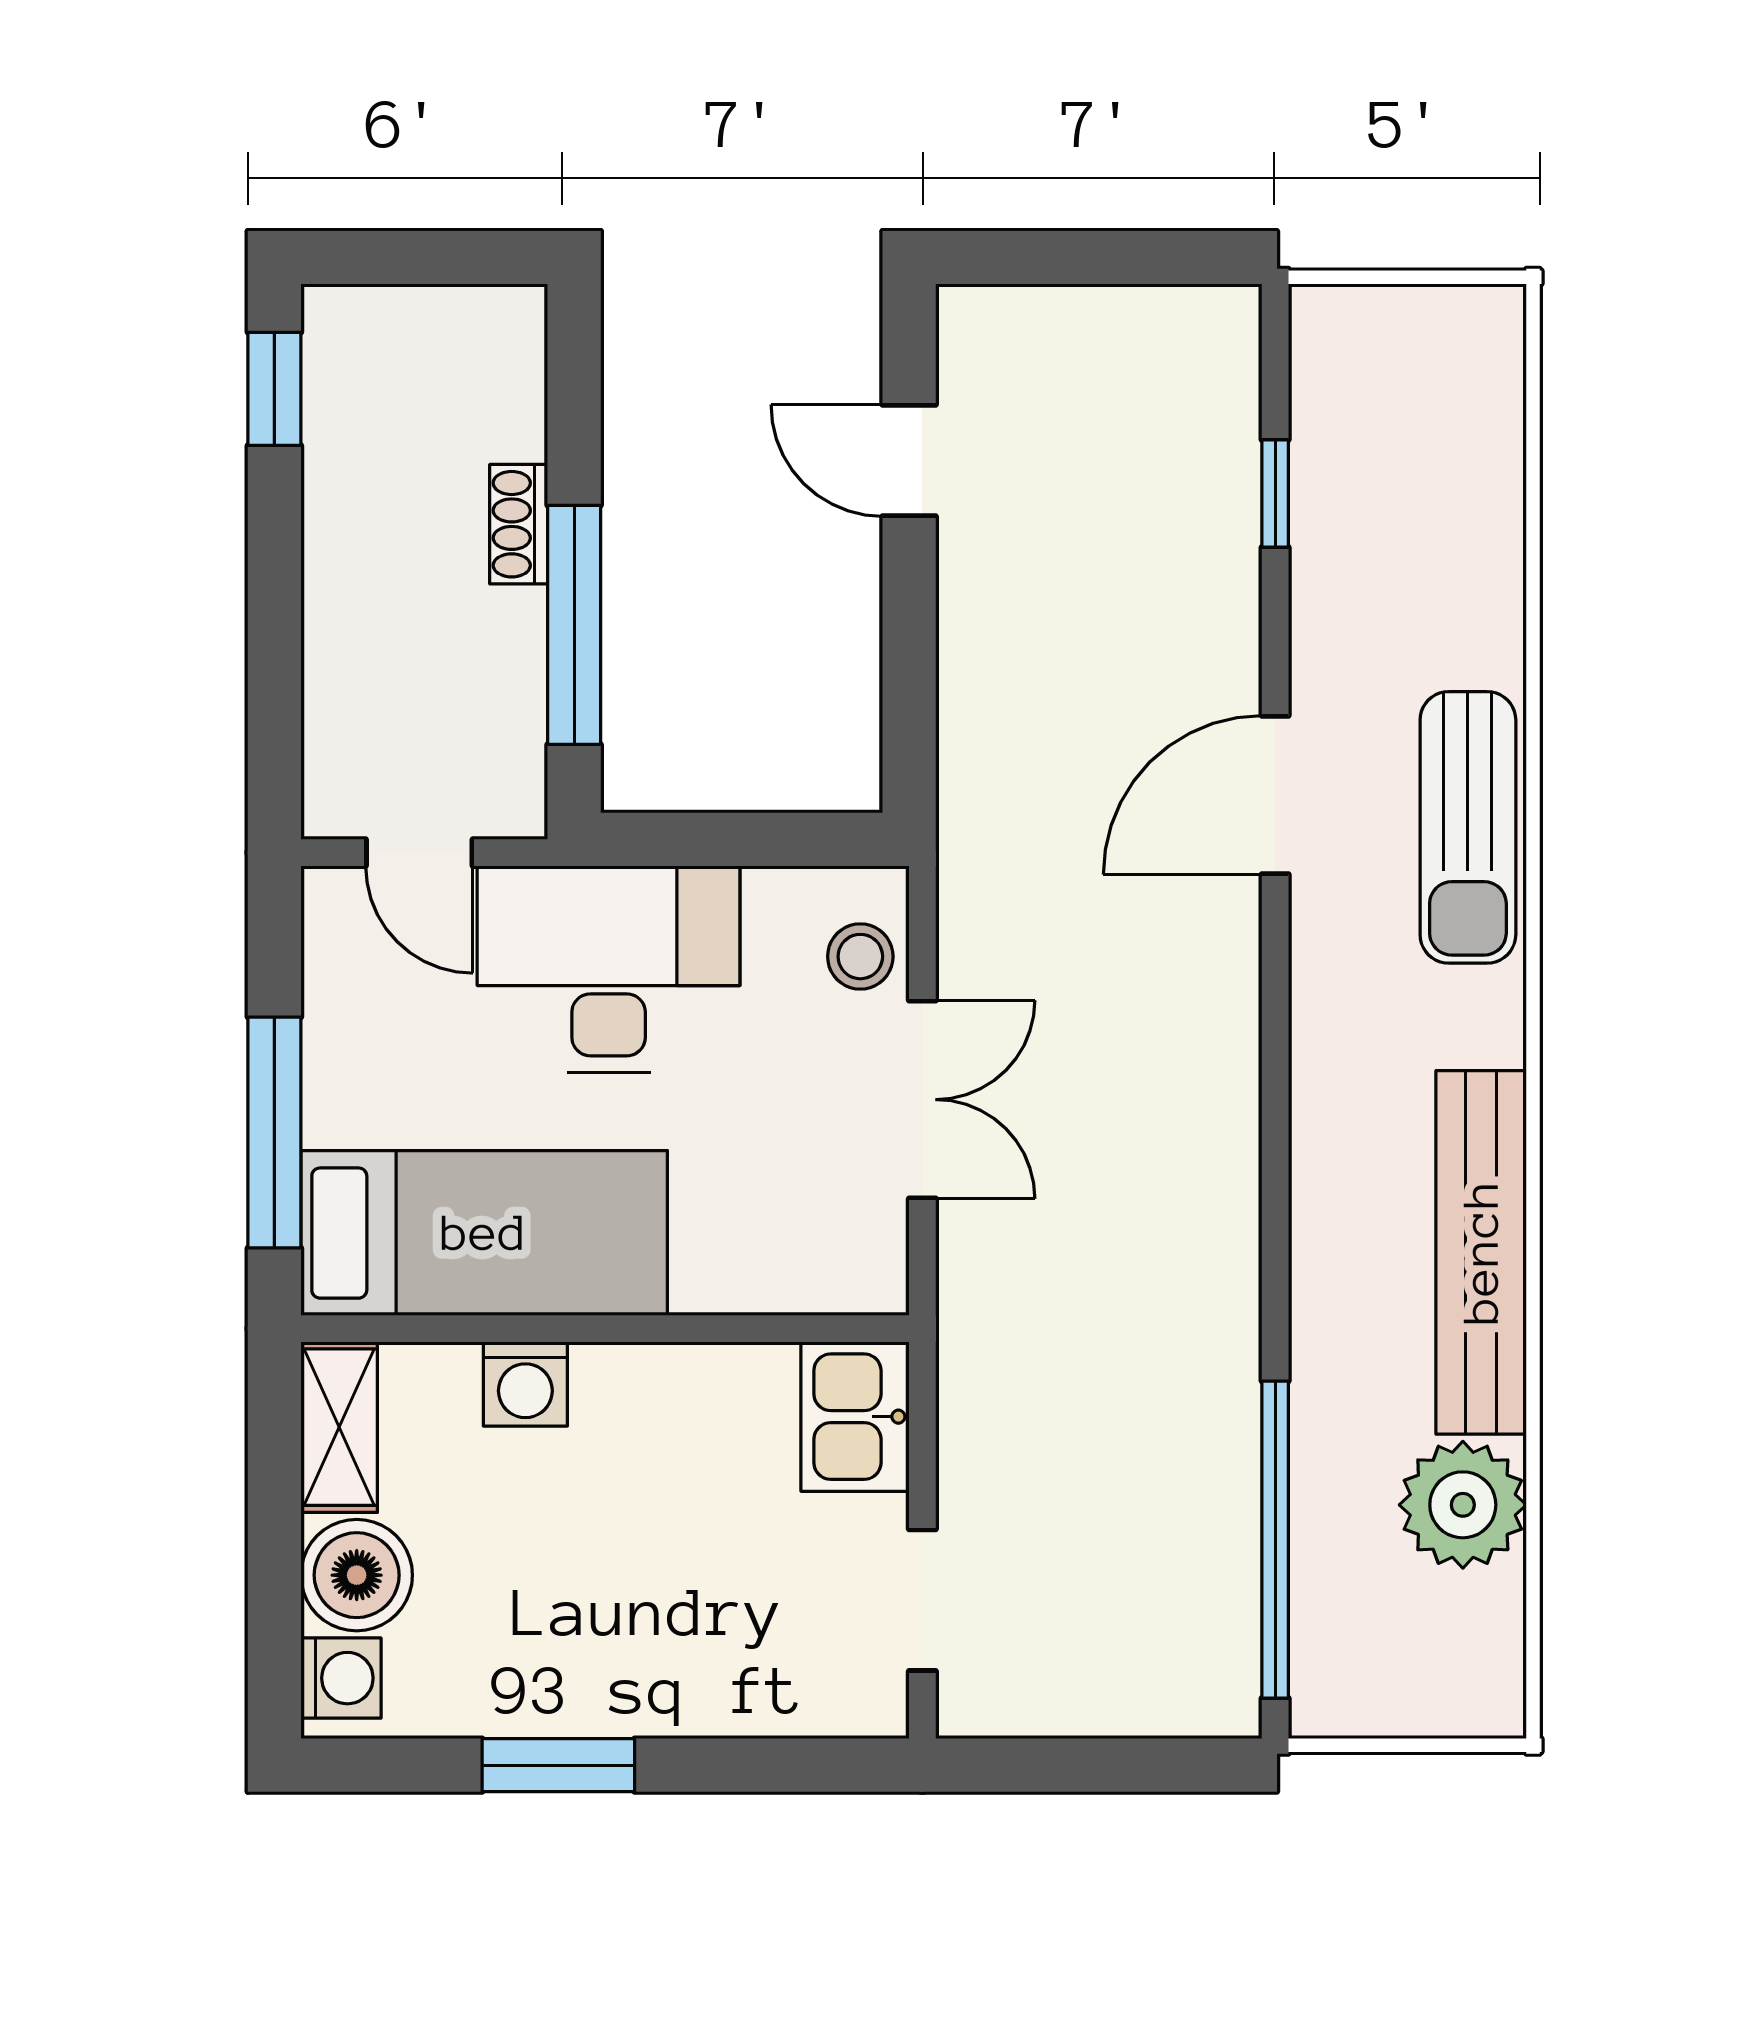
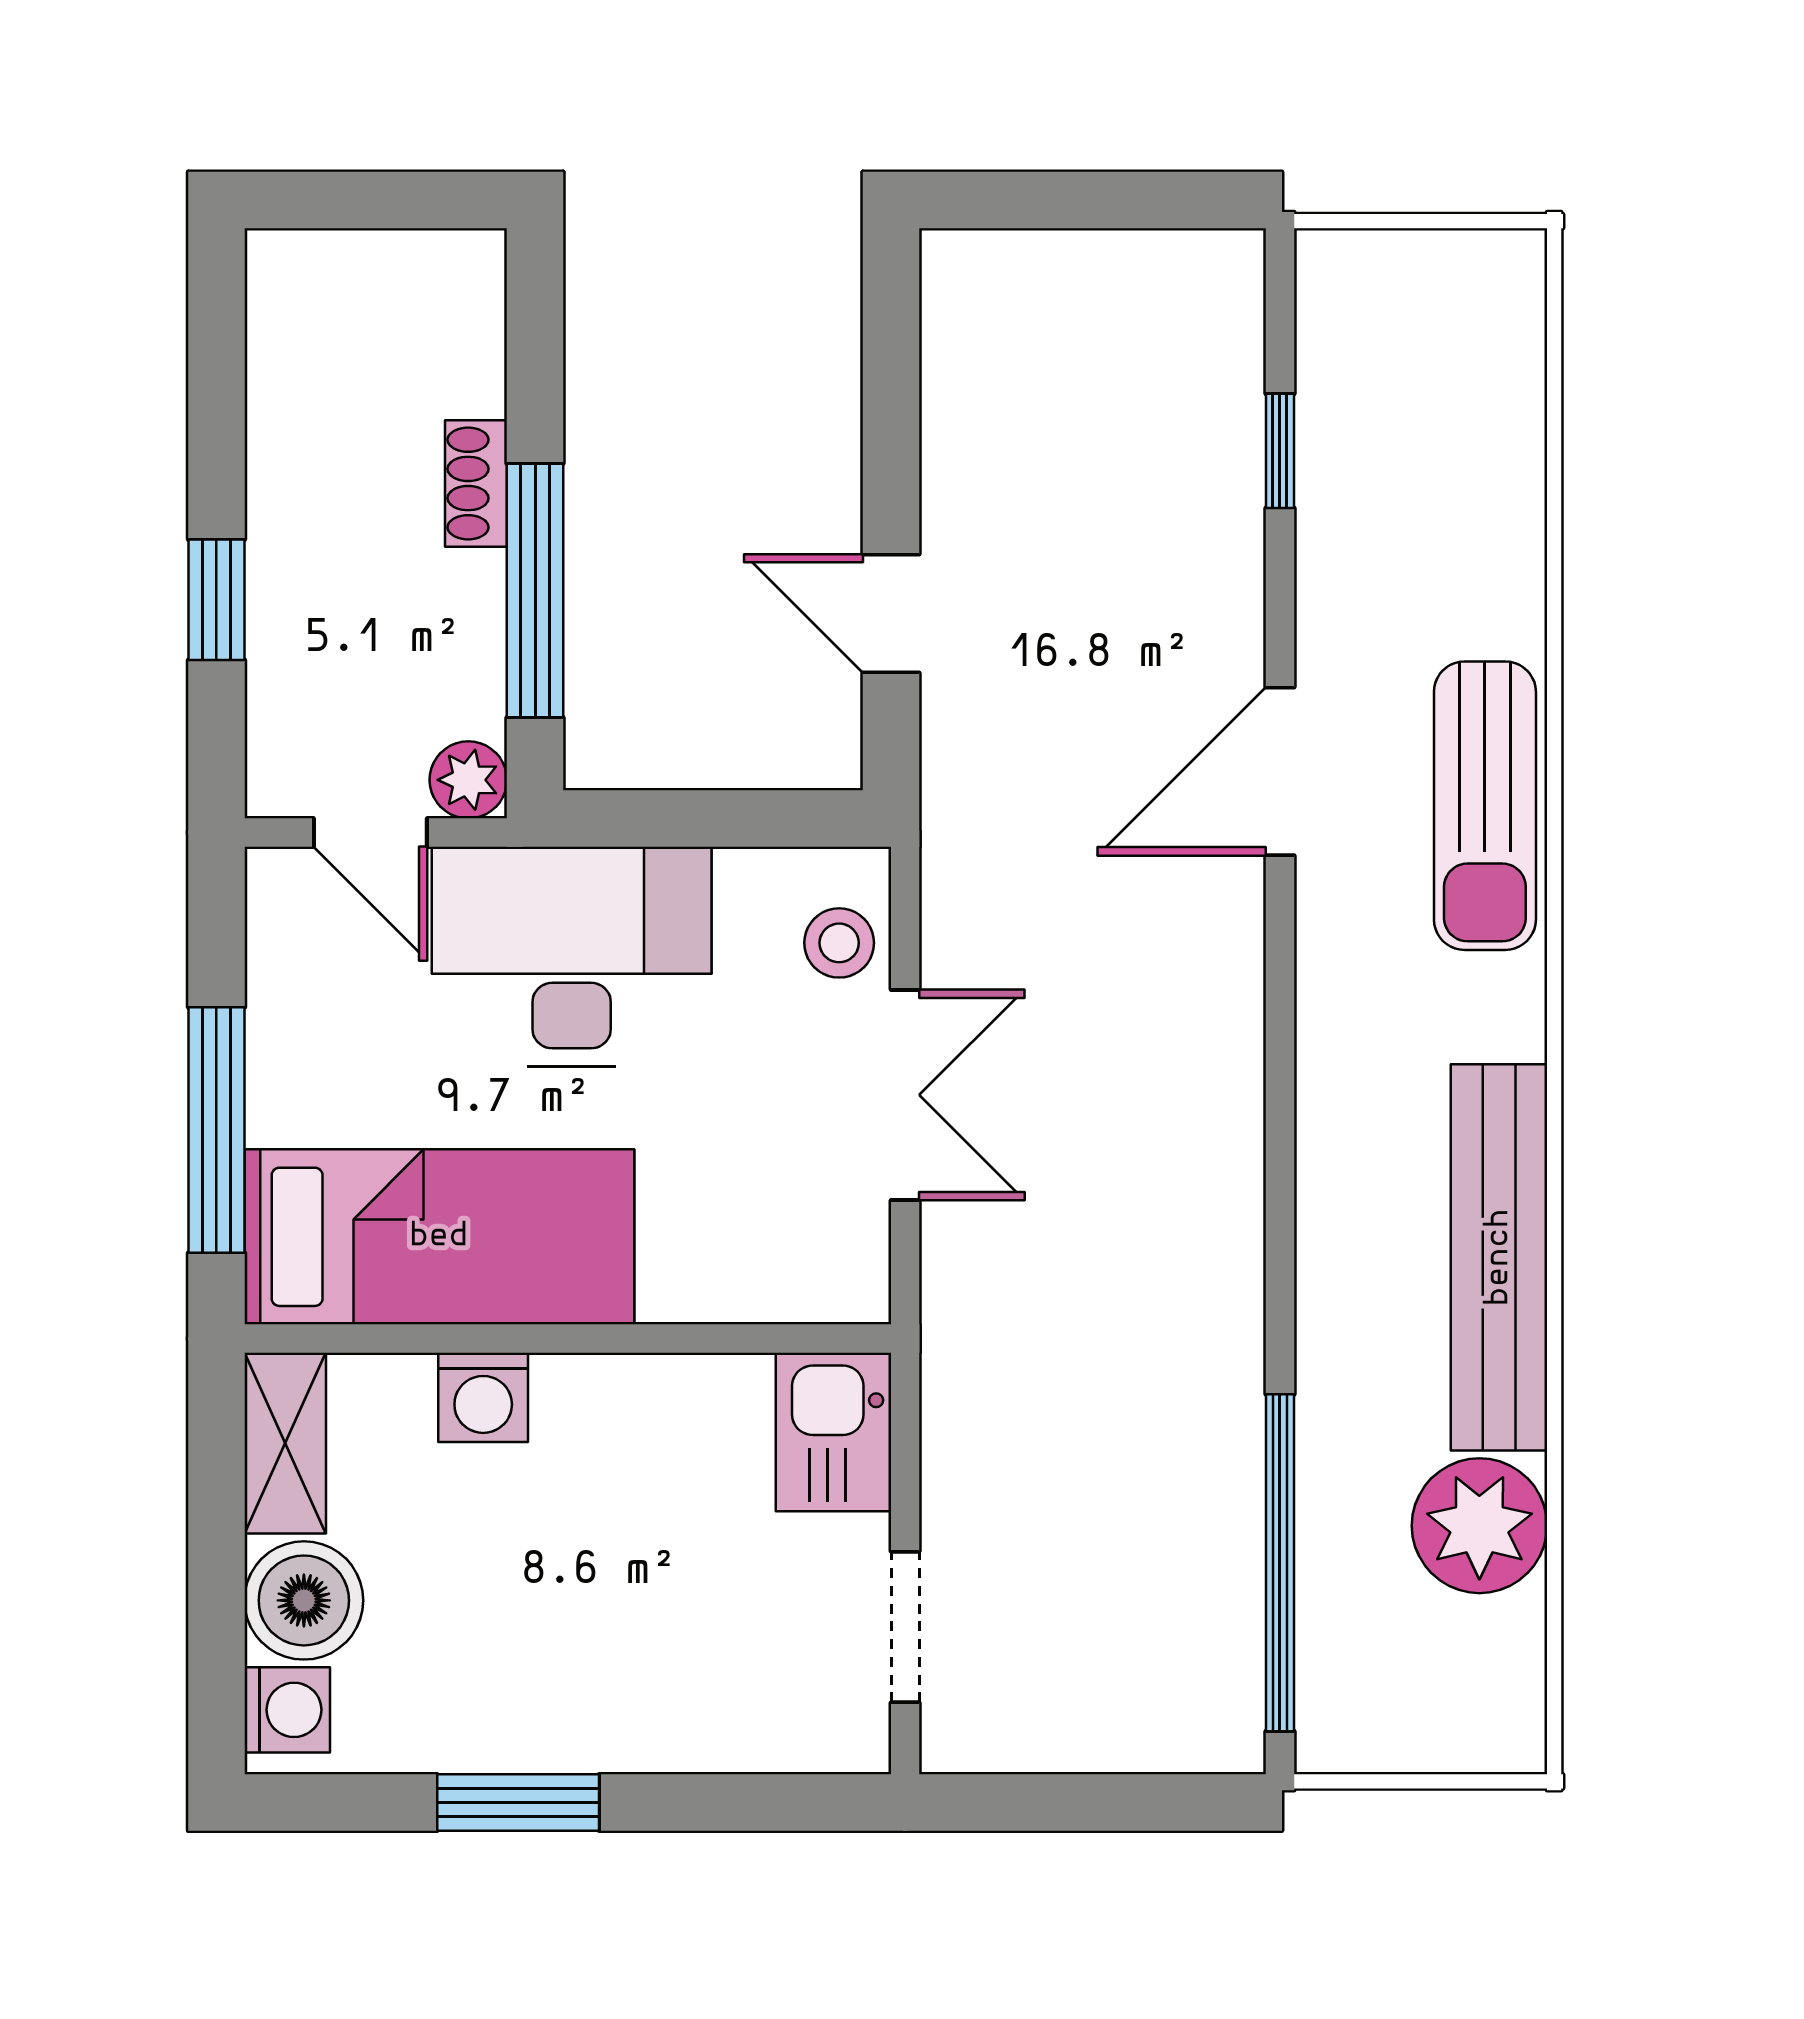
window: (274, 389) -> (216, 600), moved
door: (909, 461) -> (891, 613), moved
plant: (511, 803) -> (468, 780), added

